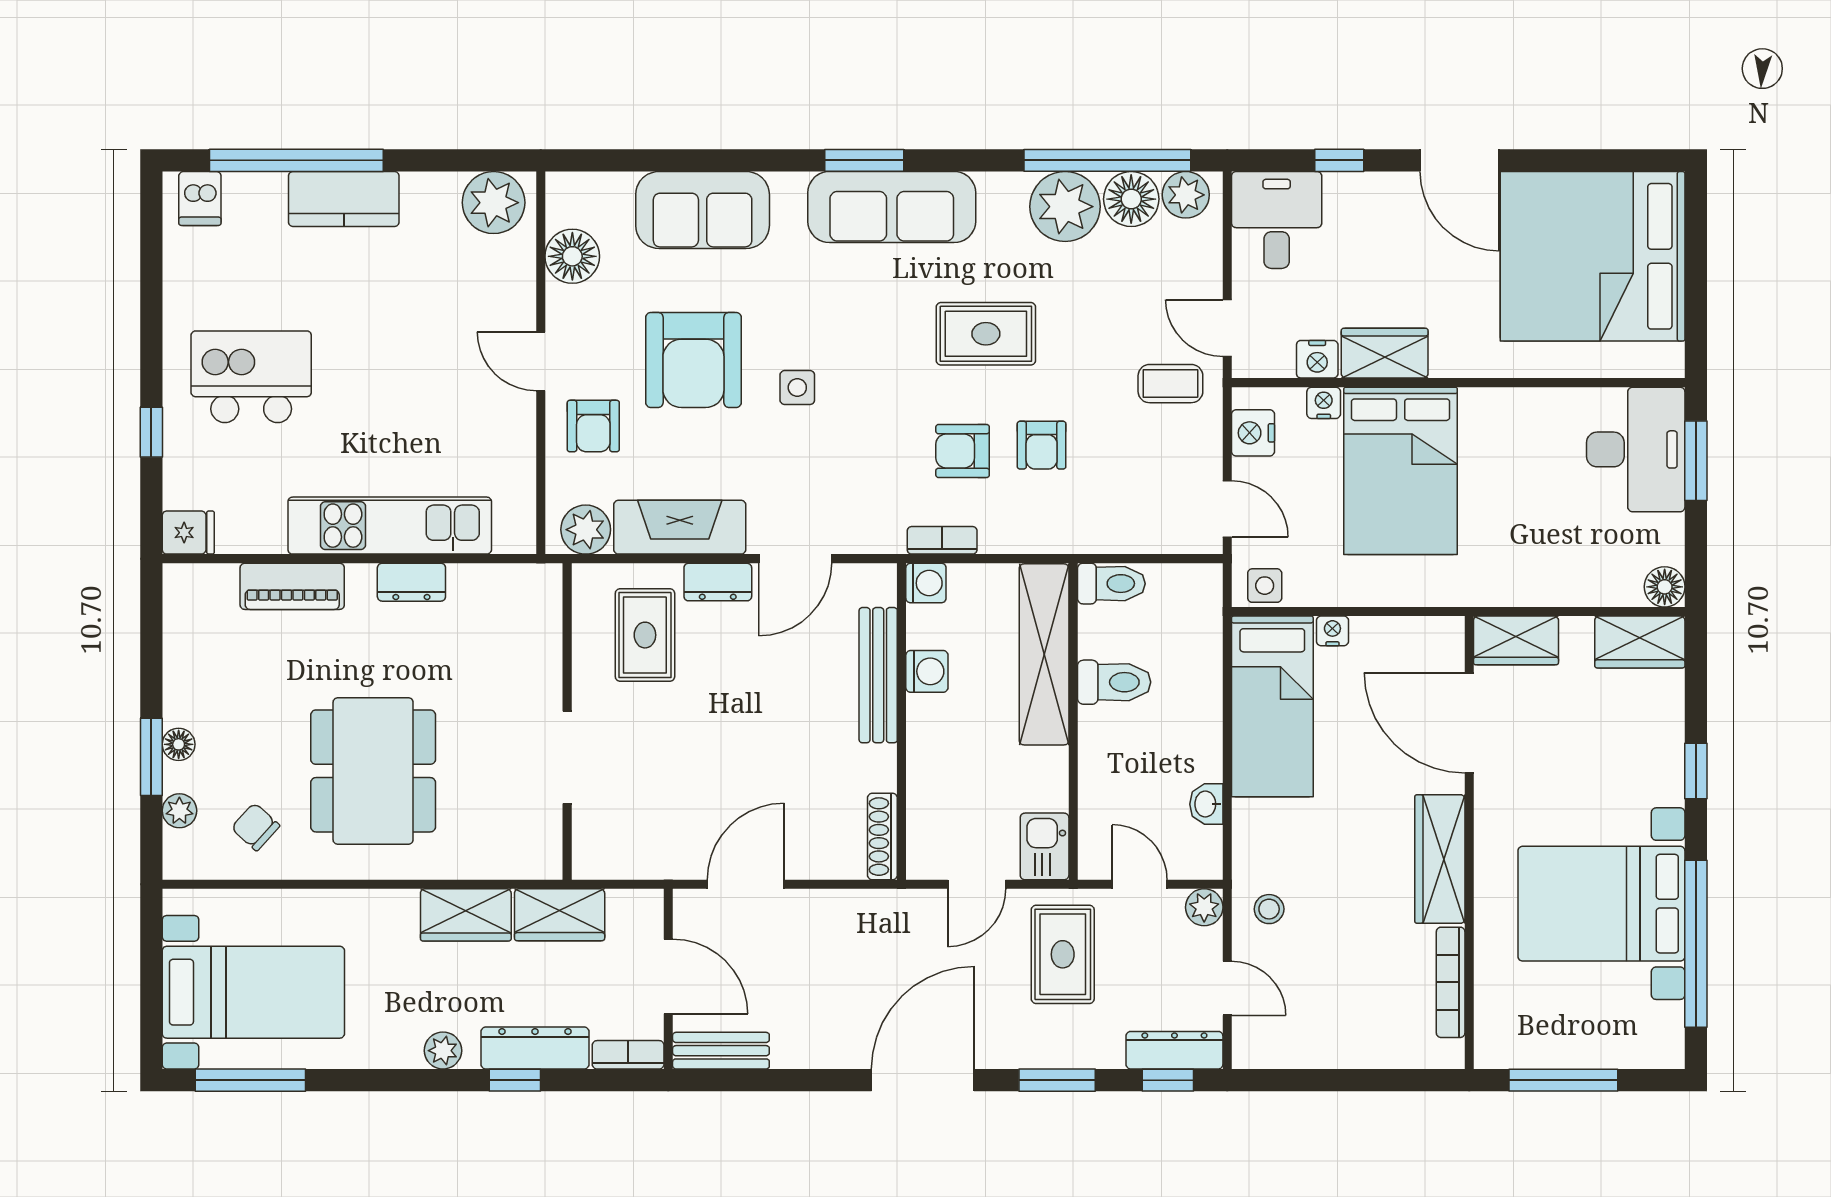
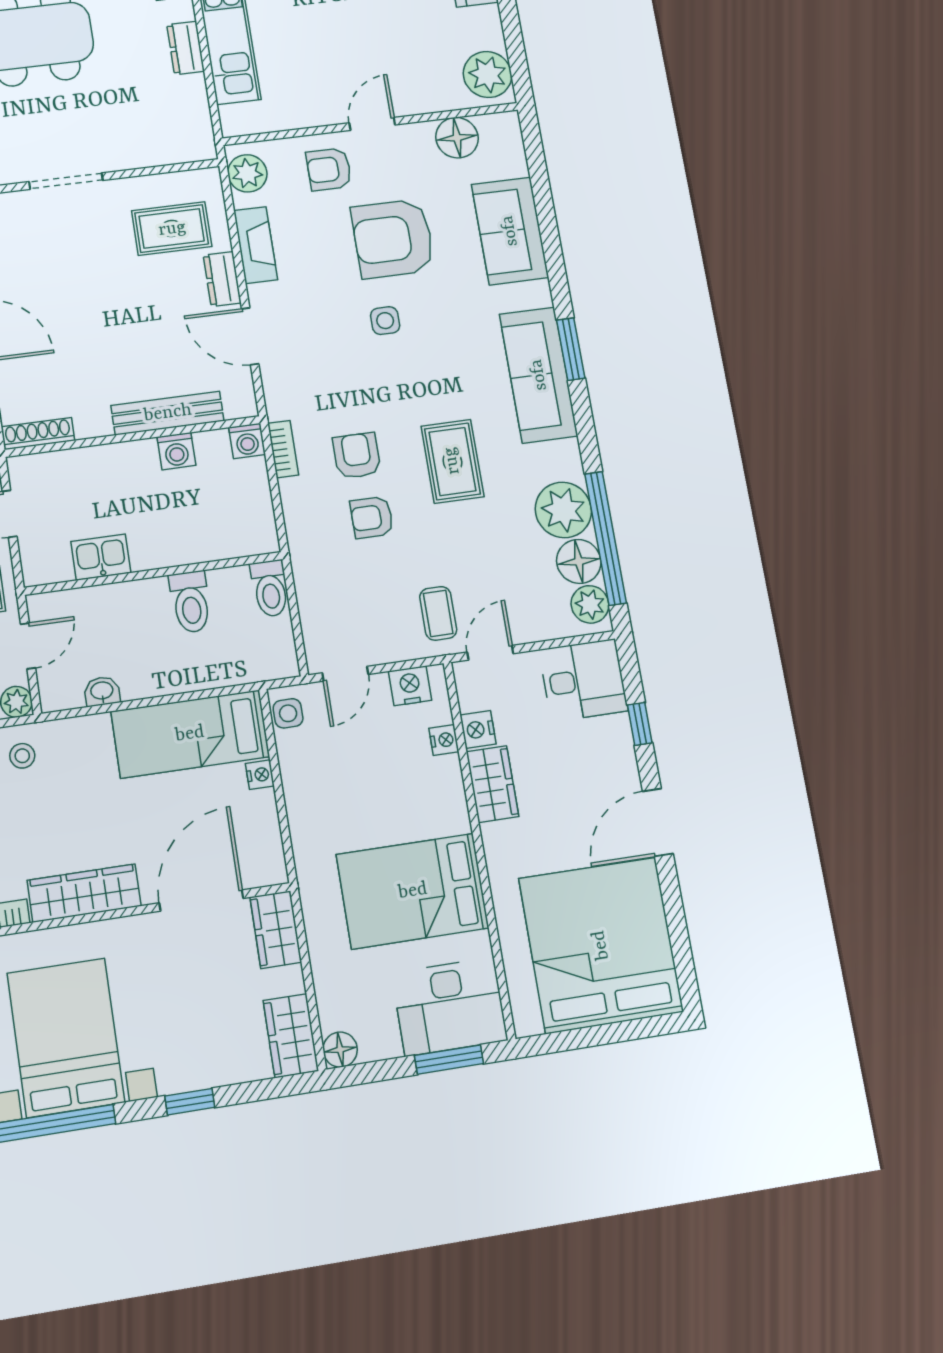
bed: (1401, 471) -> (413, 891), moved
fireplace: (680, 527) -> (256, 245), width x0.73, depth x0.76
shelving: (1044, 654) -> (204, 542), removed
kitchen sink: (1045, 846) -> (101, 557), moved

